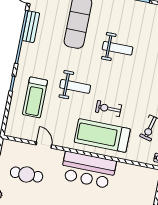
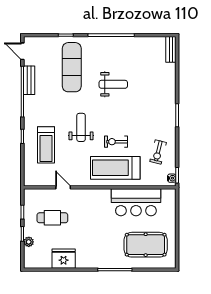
weight bench: (75, 86) -> (81, 127), turned -90
bar counter: (88, 170) -> (136, 202), moved

